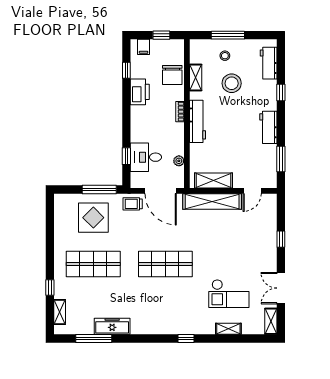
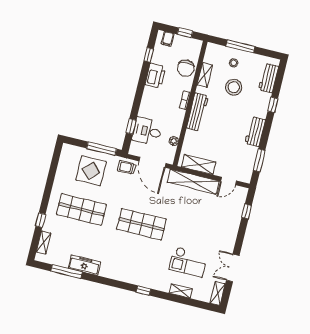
window: (281, 239) -> (247, 211), moved

